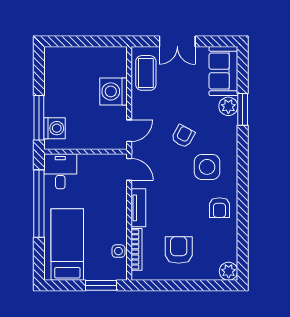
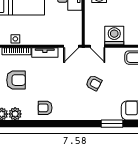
washing machine: (113, 91) -> (114, 35), moved
plant: (228, 106) -> (15, 114), moved
side table: (207, 167) -> (73, 99), removed

